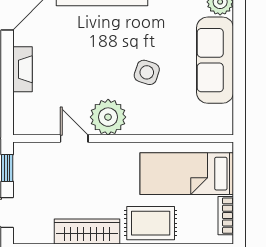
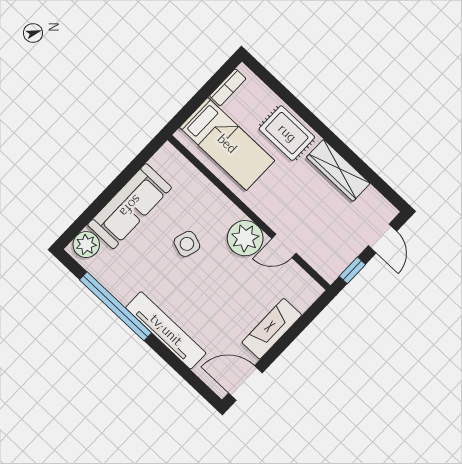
fireplace: (22, 69) -> (272, 329), width x1.37, depth x1.32
door: (74, 138) -> (284, 246), hinge flipped

